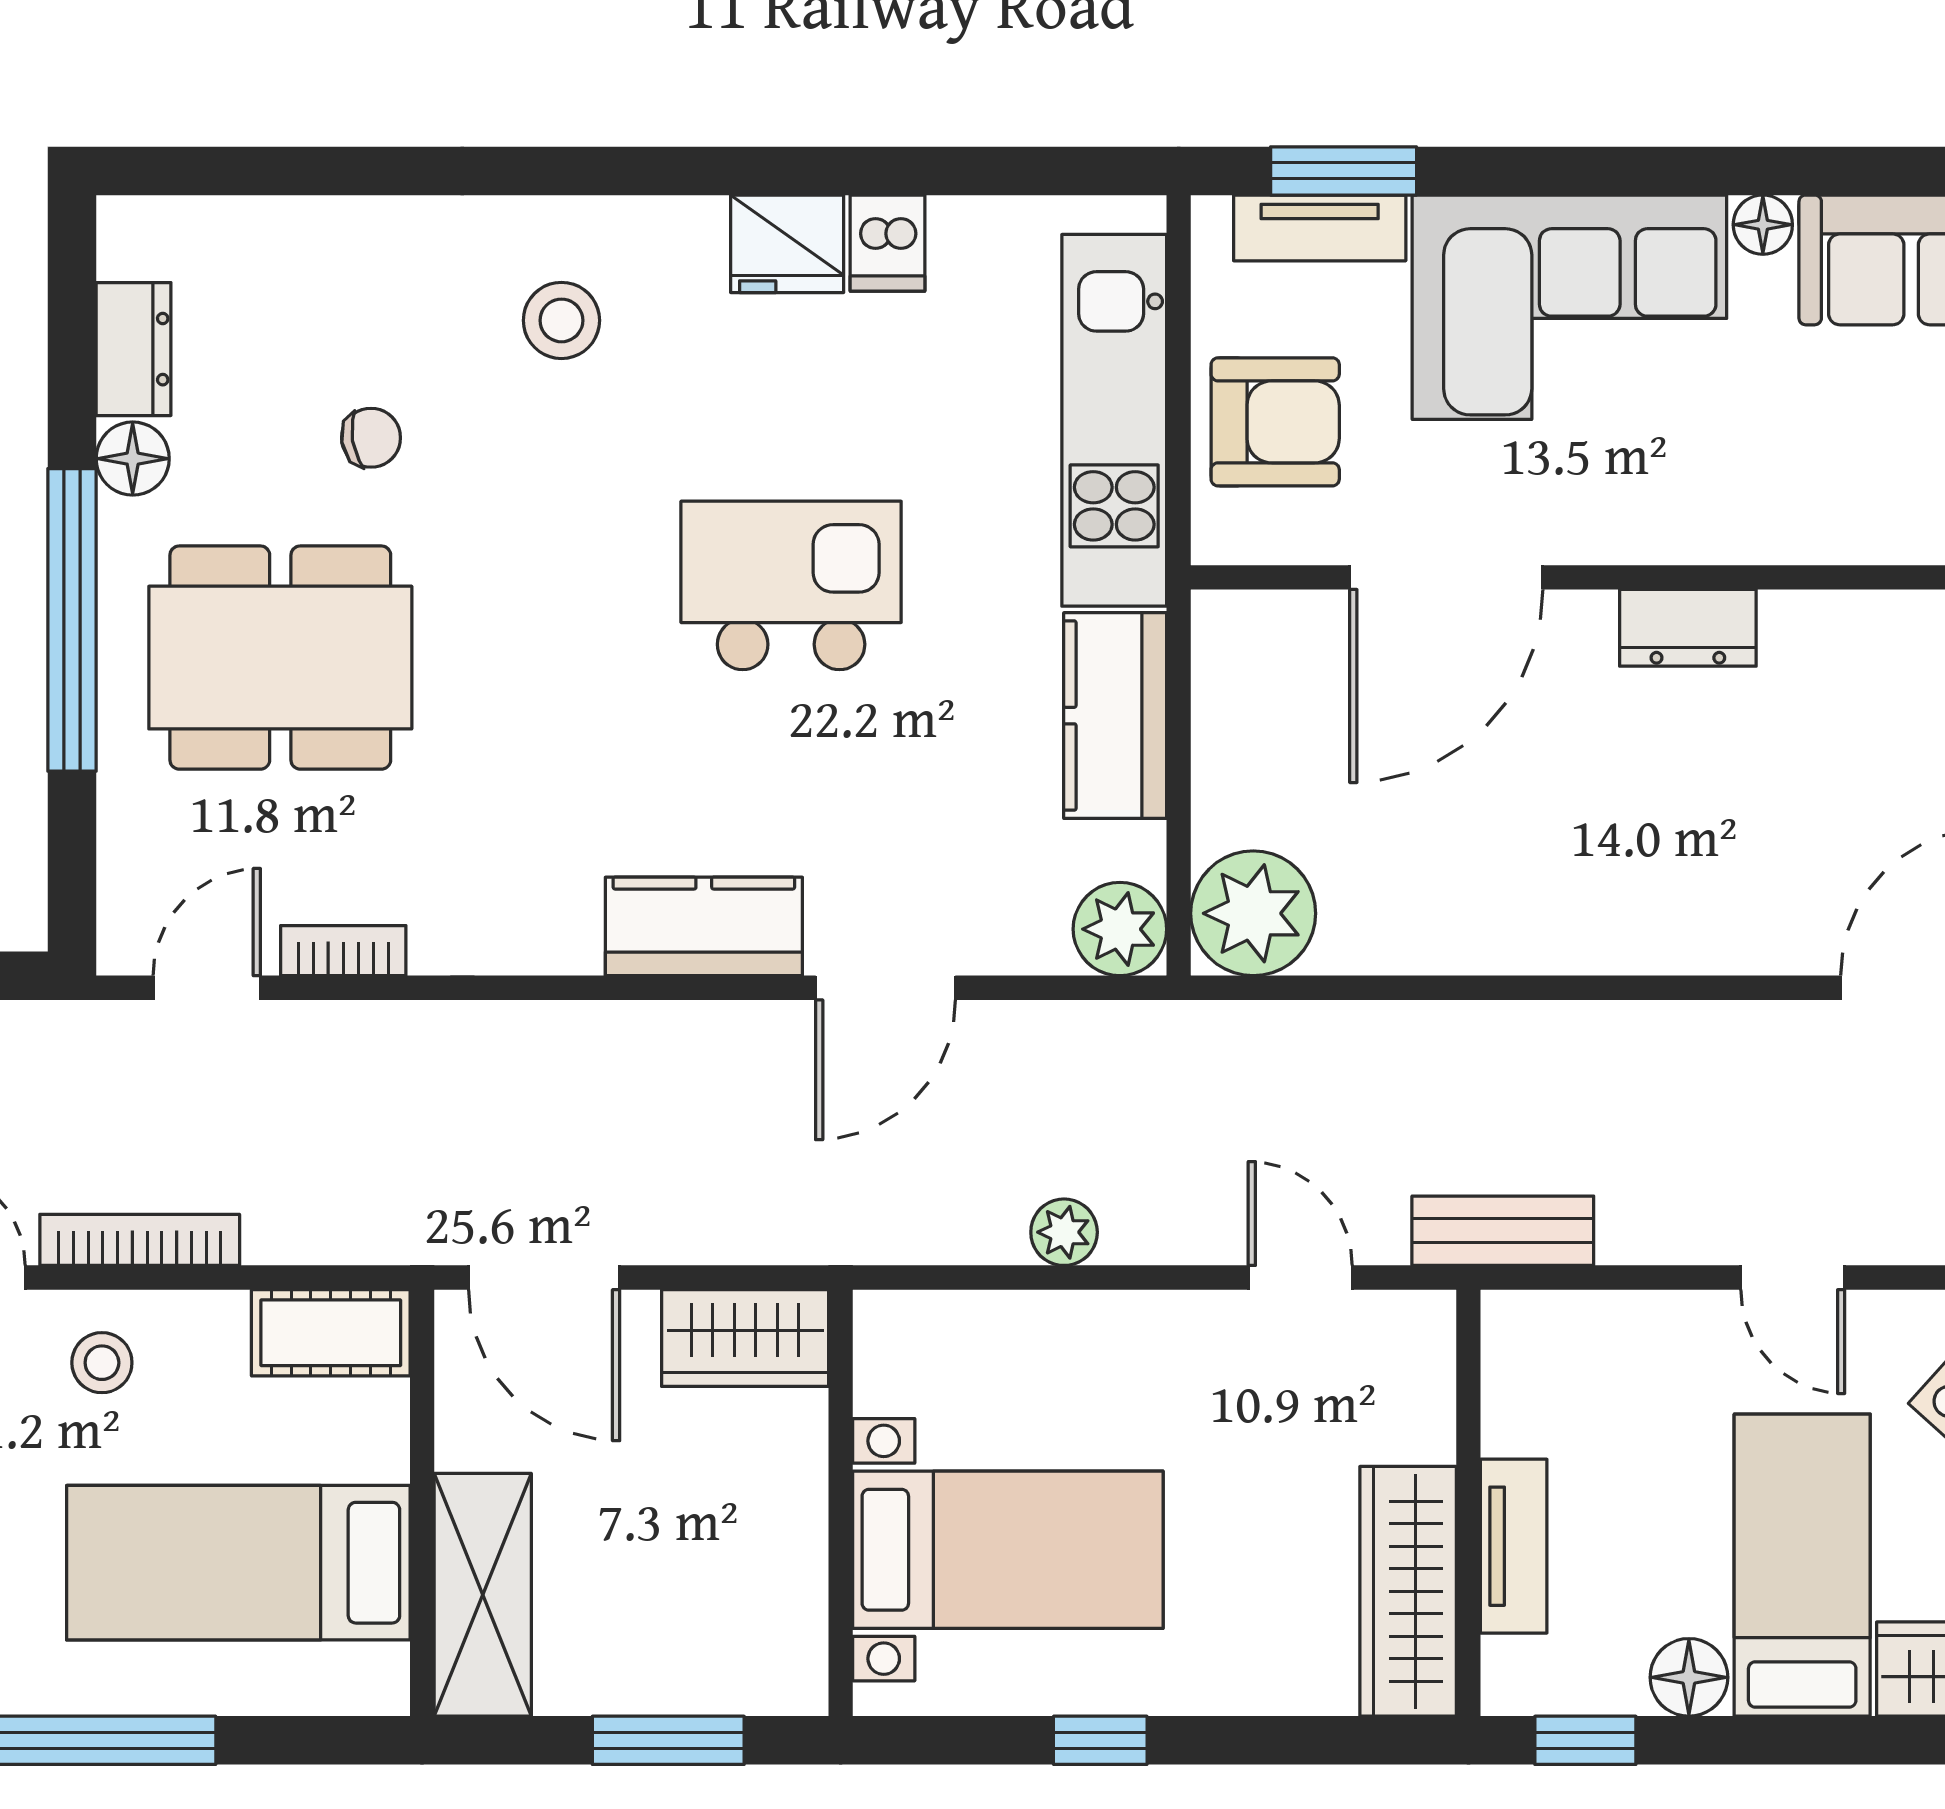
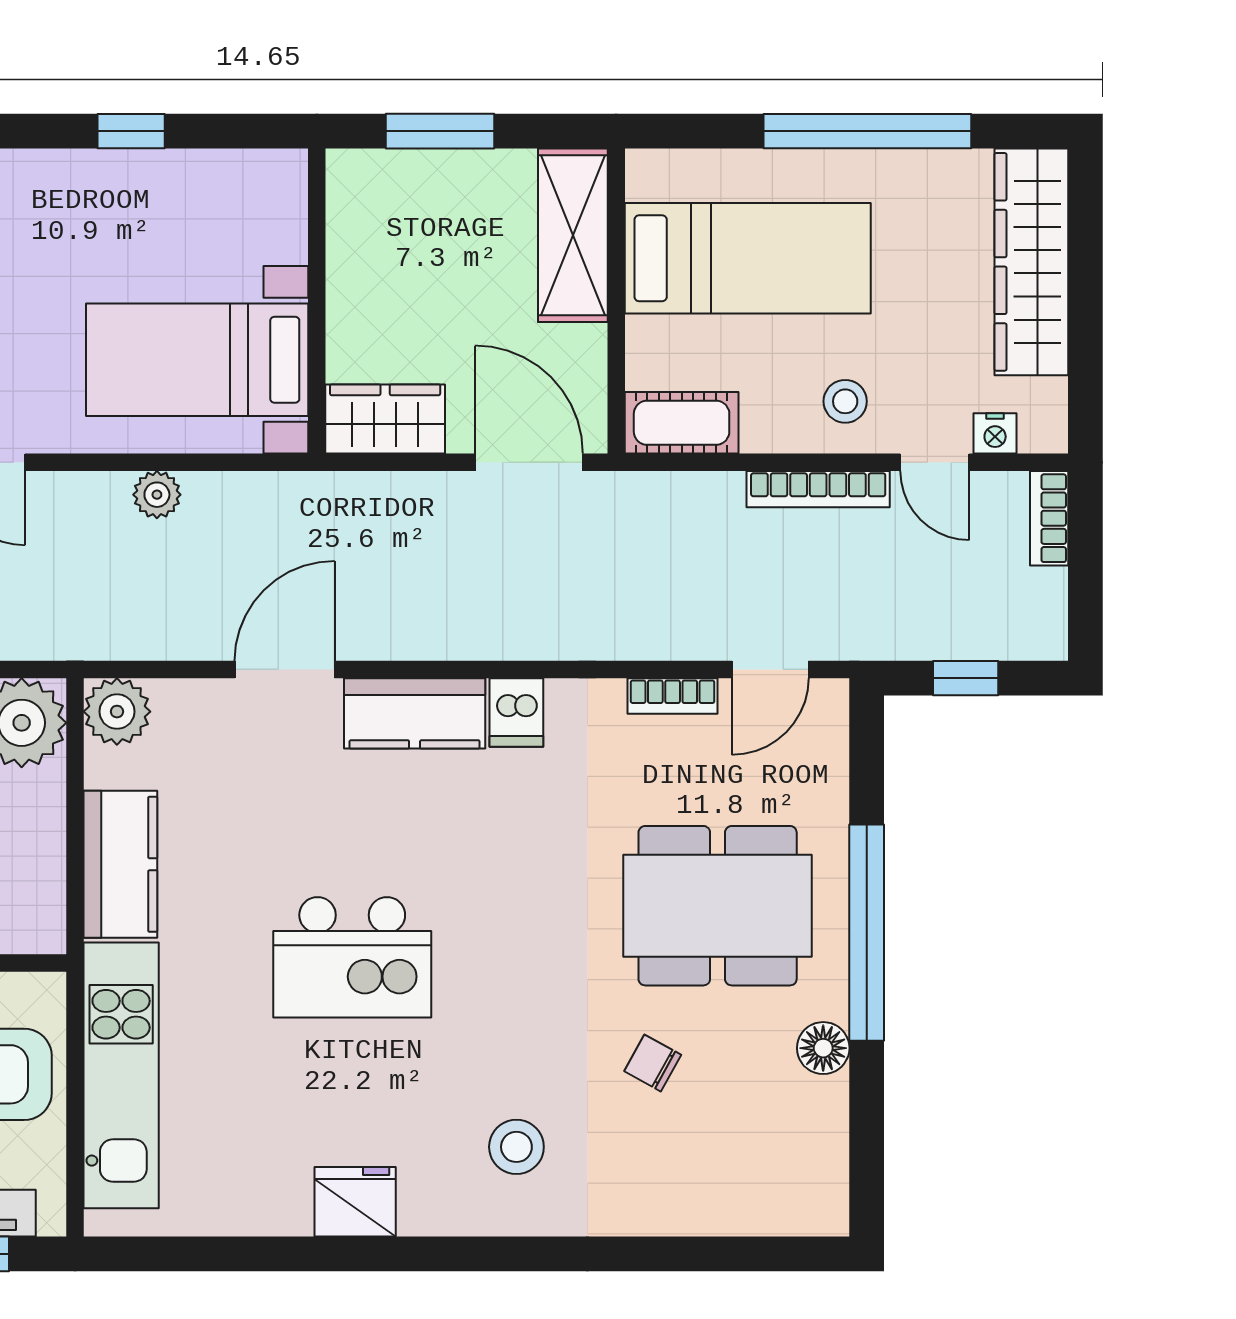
dishwasher: (887, 243) -> (516, 713), moved, turned 180
dresser: (134, 349) -> (823, 1126), removed
chair: (371, 438) -> (653, 1063), turned 38
bed with nightstands: (1008, 1550) -> (197, 360), moved

